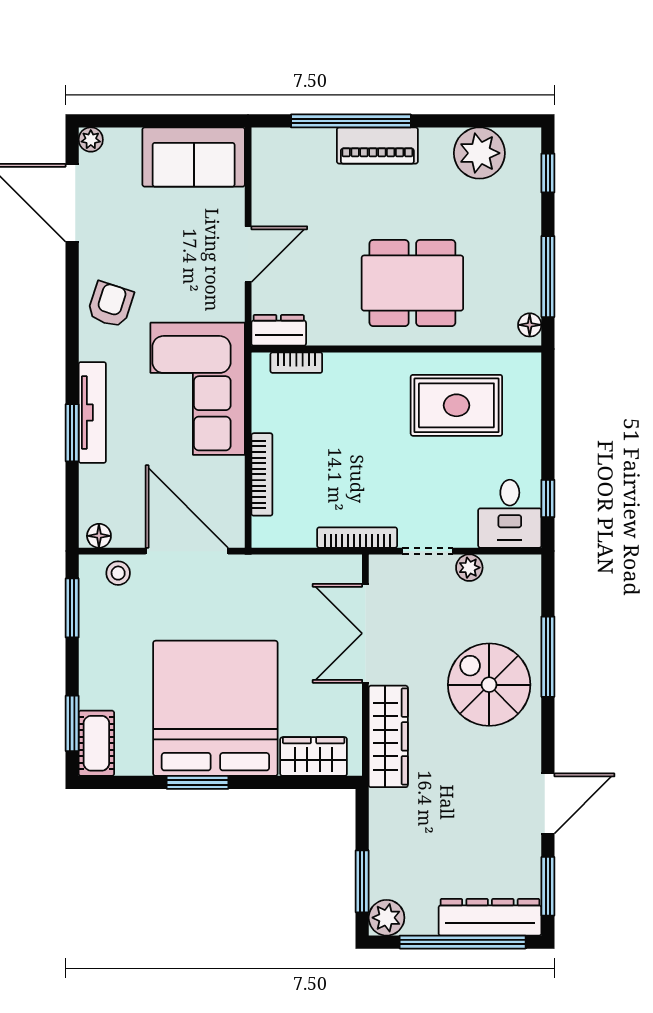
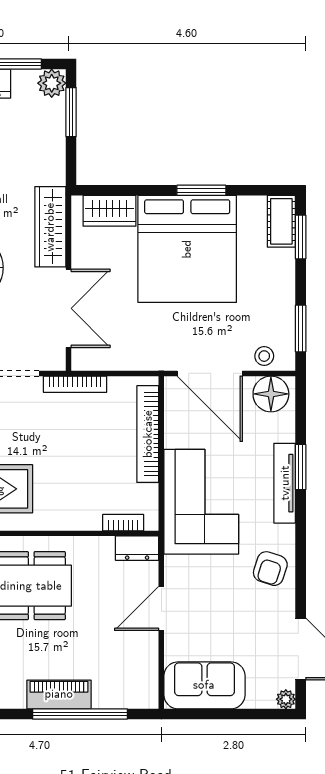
bookcase: (262, 474) -> (148, 434), width x1.48, depth x1.31
floor lamp: (99, 536) -> (271, 394), width x1.89, depth x1.89

